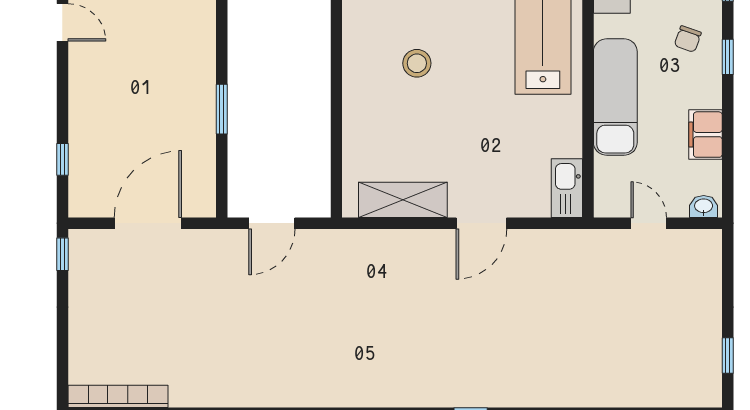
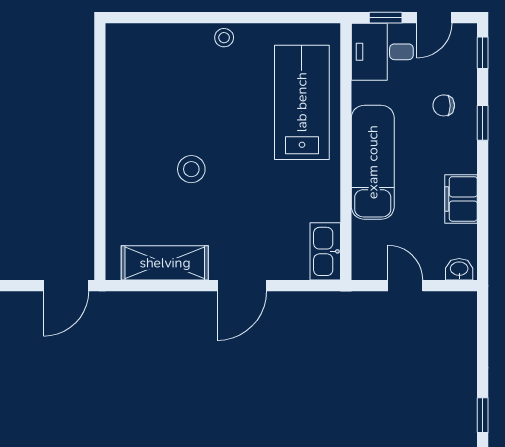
chair: (688, 39) -> (444, 105), turned 71
stool: (417, 63) -> (191, 169), moved
door: (272, 223) -> (66, 286), moved

